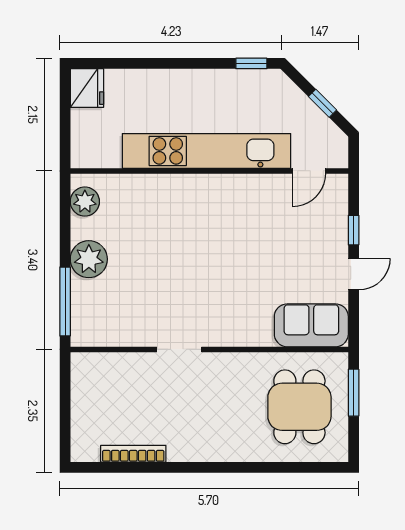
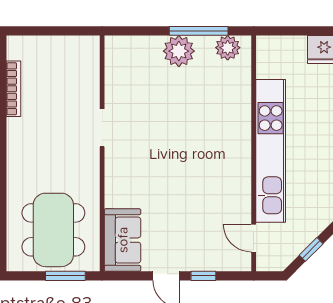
window: (65, 301) -> (199, 31), moved
dining table: (299, 407) -> (53, 230), width x1.37

